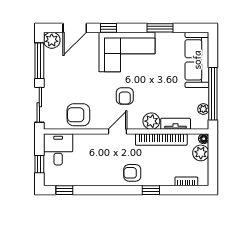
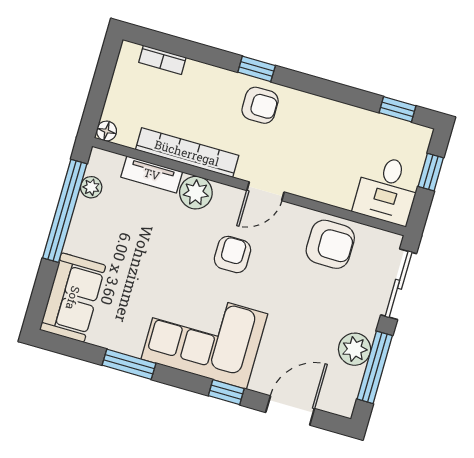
plant: (52, 40) -> (355, 349), moved
sofa: (197, 60) -> (73, 298), width x0.73
plant: (201, 153) -> (120, 106), removed
window: (151, 190) -> (257, 69), moved

